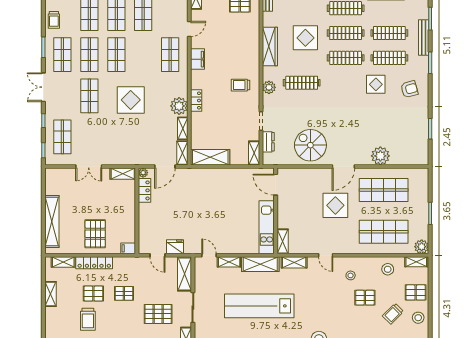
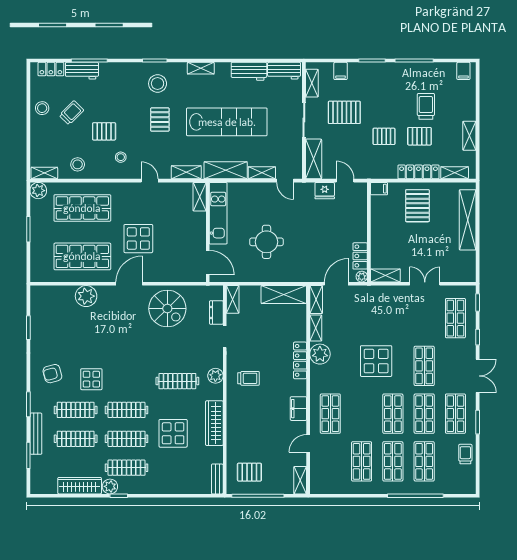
locker: (196, 101) -> (300, 360), width x1.53
round table: (225, 203) -> (266, 242), added
pallet: (416, 292) -> (160, 120), moved, turned 90

